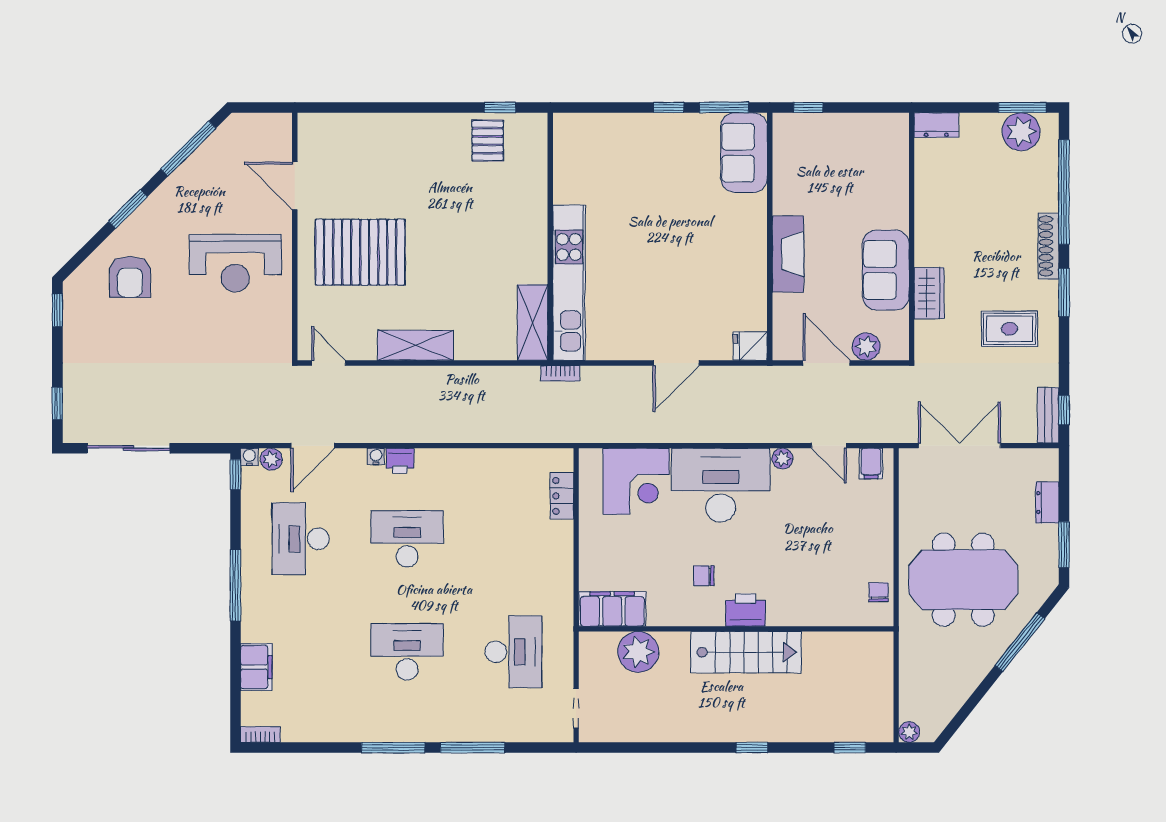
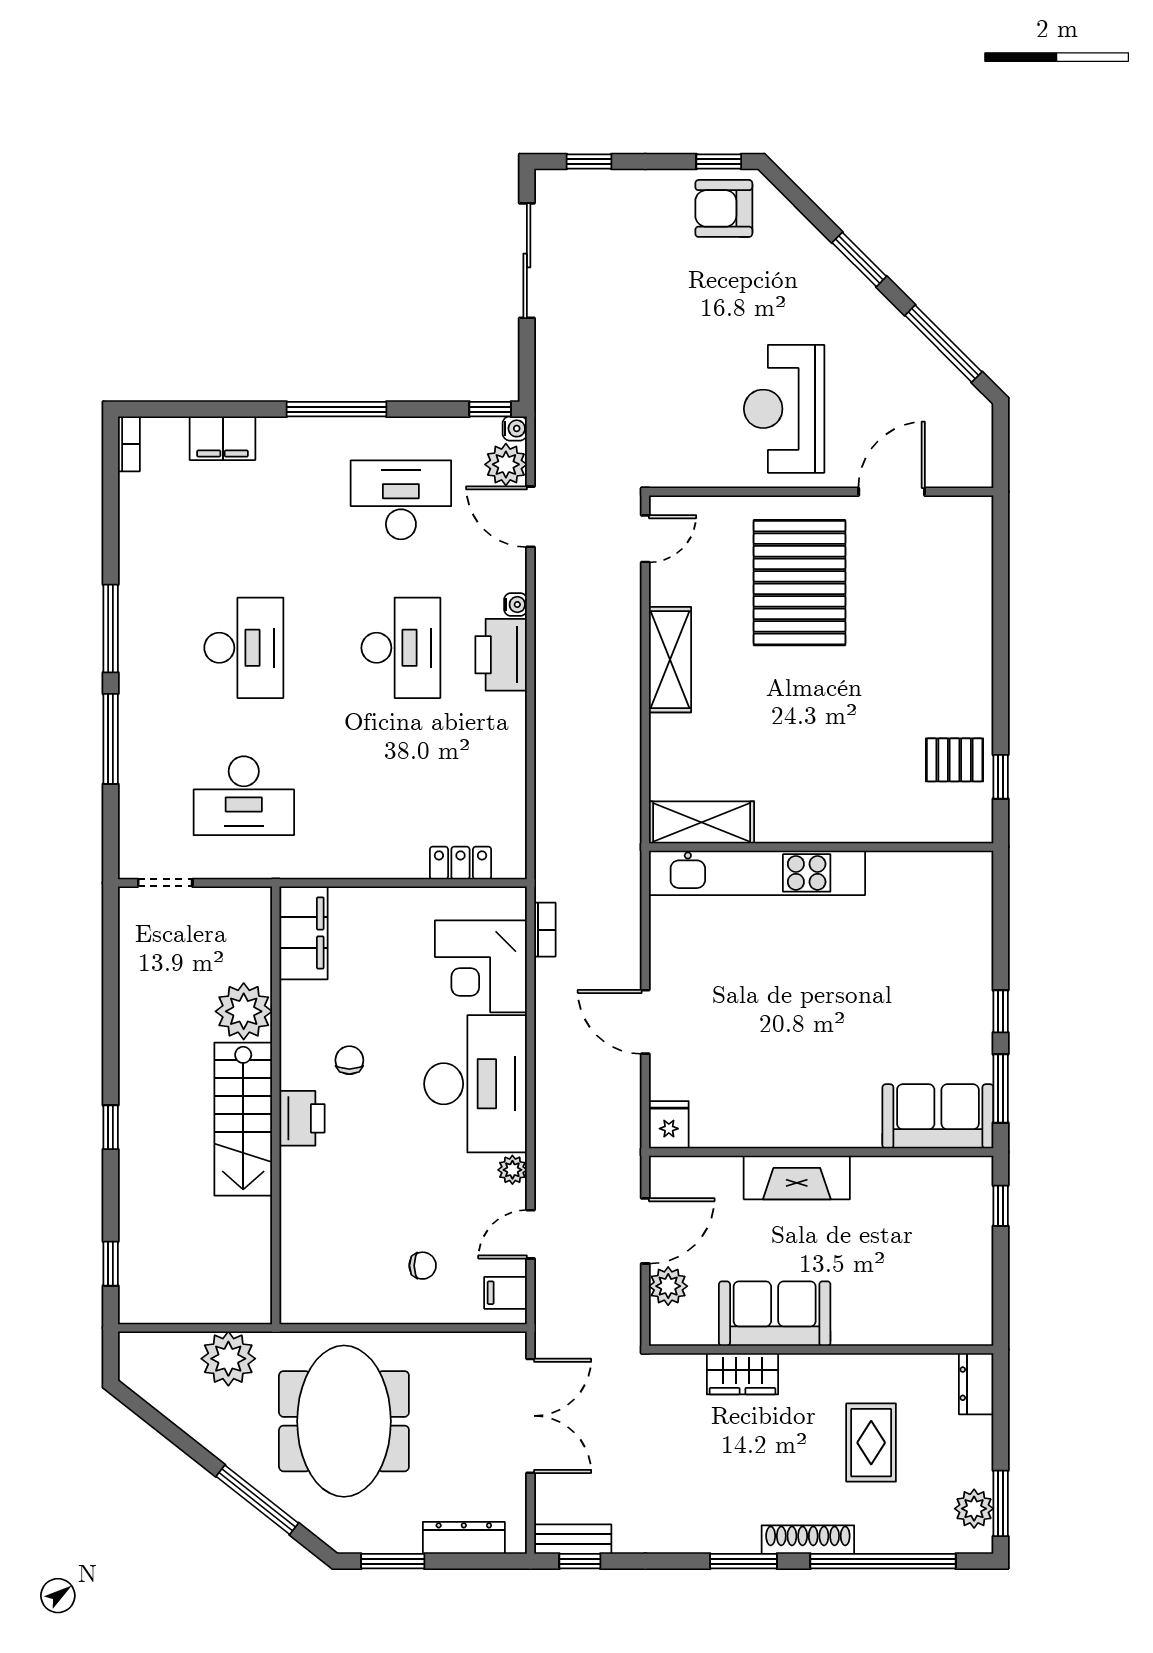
plant: (1021, 132) -> (974, 1509), width x0.73, depth x0.73
armchair: (130, 277) -> (724, 208), moved
rug: (1009, 329) -> (871, 1443), moved
bookcase: (560, 373) -> (545, 930), moved, turned 180
plant: (271, 459) -> (506, 464), width x1.38, depth x1.38
printer: (400, 461) -> (501, 655), width x1.87, depth x1.48
dresser: (1047, 503) -> (464, 1538), width x1.44
chair: (879, 592) -> (423, 1266), moved
plant: (638, 652) -> (244, 1011), moved
plant: (909, 732) -> (228, 1359), moved, width x1.87, depth x1.87

